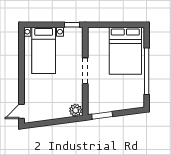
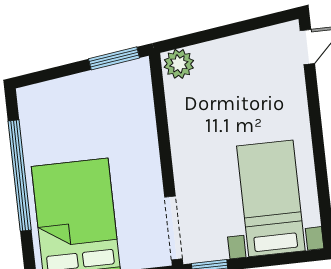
doorway: (85, 71) -> (173, 228), moved

